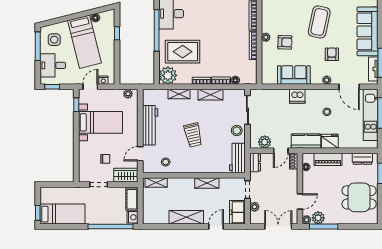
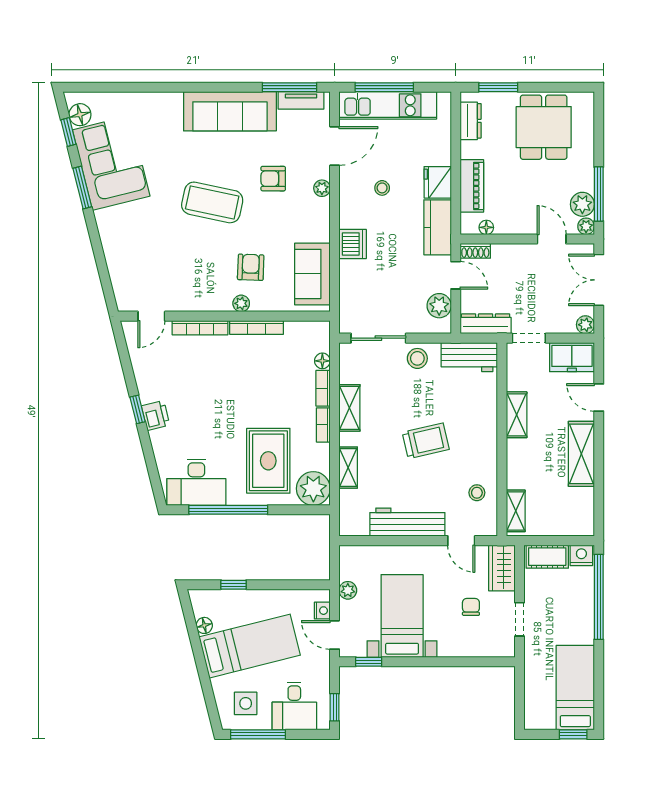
sofa: (294, 75) -> (312, 274), moved
plant: (128, 94) -> (348, 590), moved
dresser: (255, 162) -> (486, 324), width x1.44
plant: (255, 207) -> (585, 325), moved

